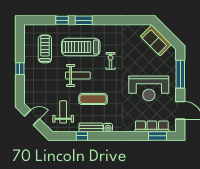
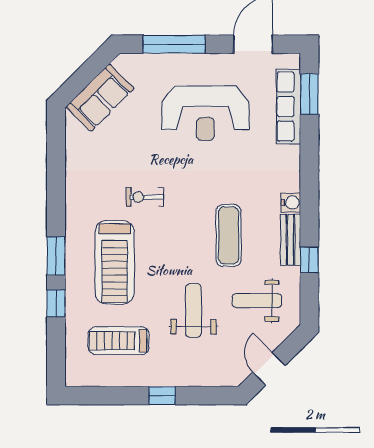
weight bench: (78, 75) -> (193, 311), moved
reception desk: (149, 88) -> (205, 113), turned 90

